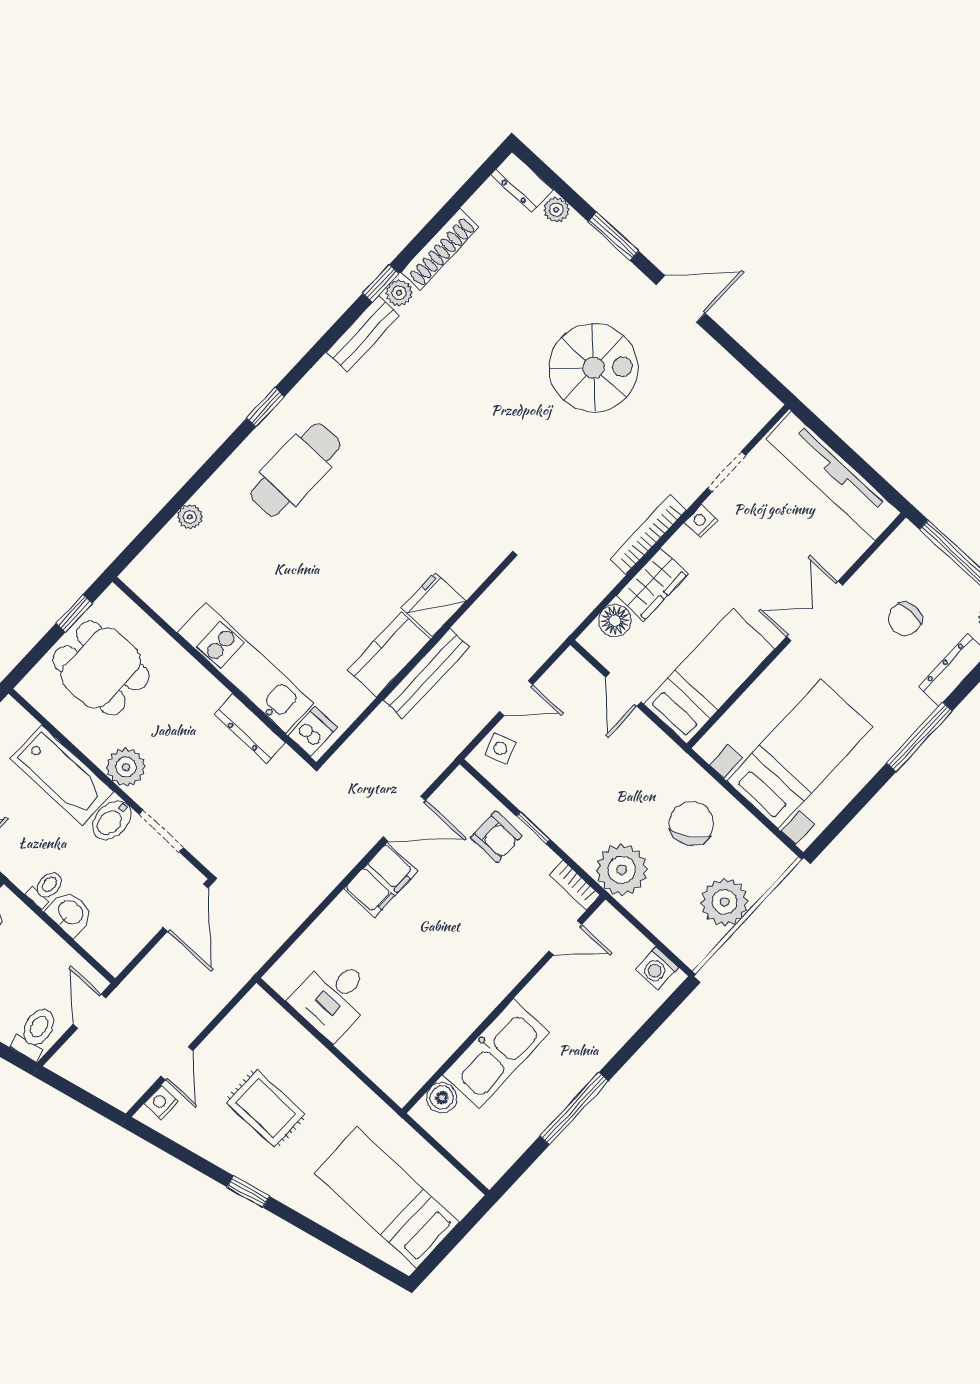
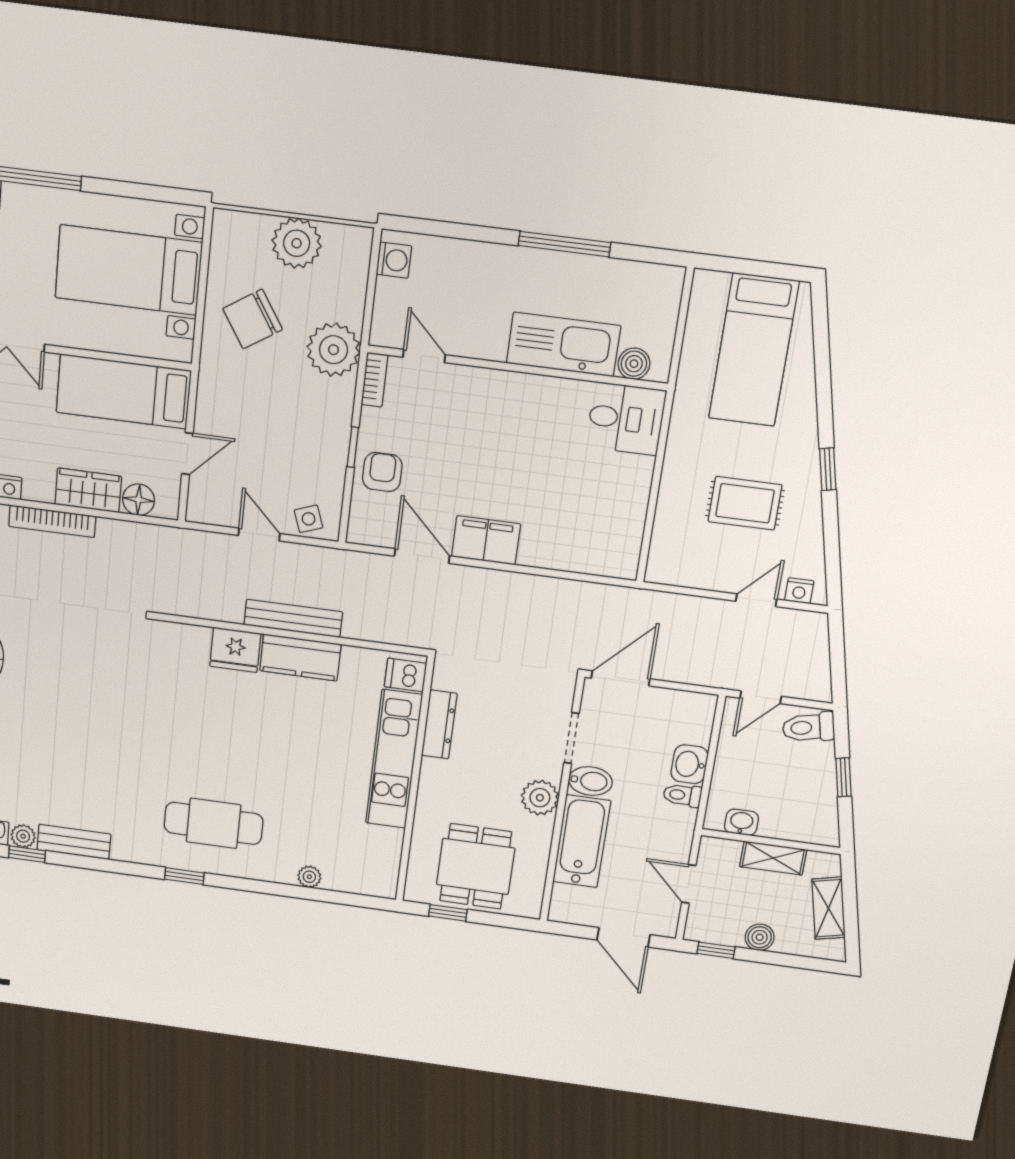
desk: (333, 997) -> (626, 419), moved
rug: (266, 1108) -> (745, 503), turned 90

